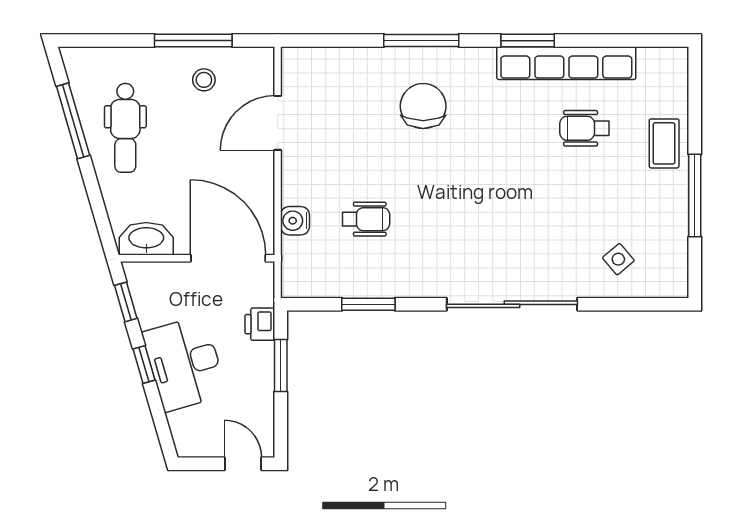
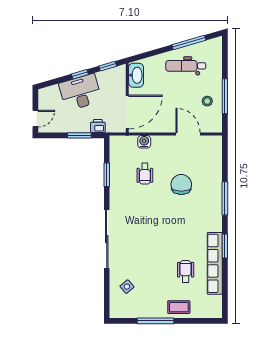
chair: (423, 106) -> (181, 185), moved, turned -90

